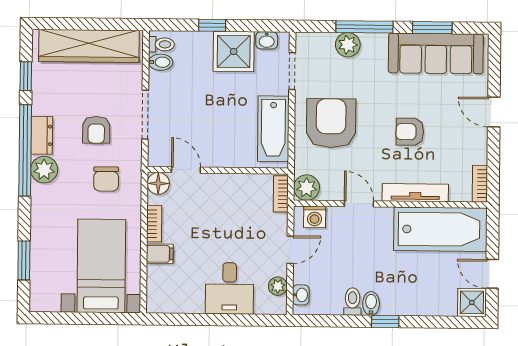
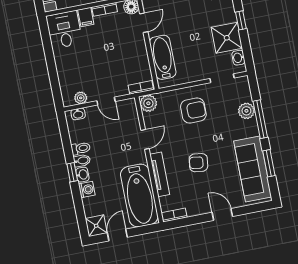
door: (494, 112) -> (222, 214), hinge flipped
armchair: (331, 123) -> (193, 110), width x0.73, depth x0.73
bathtub: (273, 129) -> (163, 57), moved, turned 90
armchair: (410, 132) -> (198, 163), turned -82
washing machine: (315, 217) -> (87, 190), moved, turned 180
desk: (229, 288) -> (64, 30), moved, turned 90
washbasin: (392, 307) -> (82, 175), added

